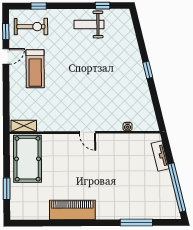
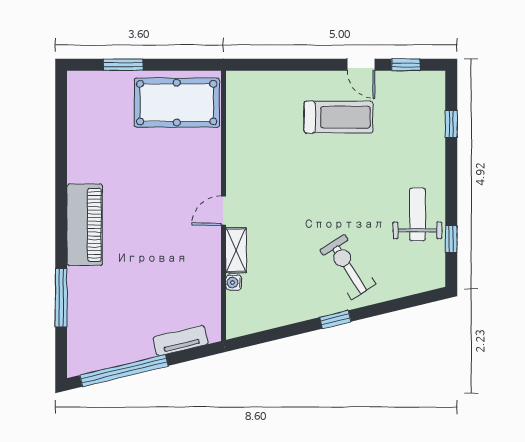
exercise bike: (31, 27) -> (348, 267), moved, turned 148
treadmill: (35, 69) -> (339, 117), turned 180
shelving: (24, 126) -> (236, 250), moved
piano: (72, 210) -> (85, 225), moved

